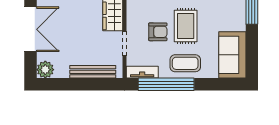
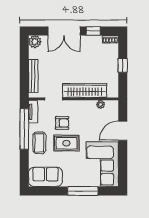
armchair: (158, 32) -> (62, 123), turned -90

